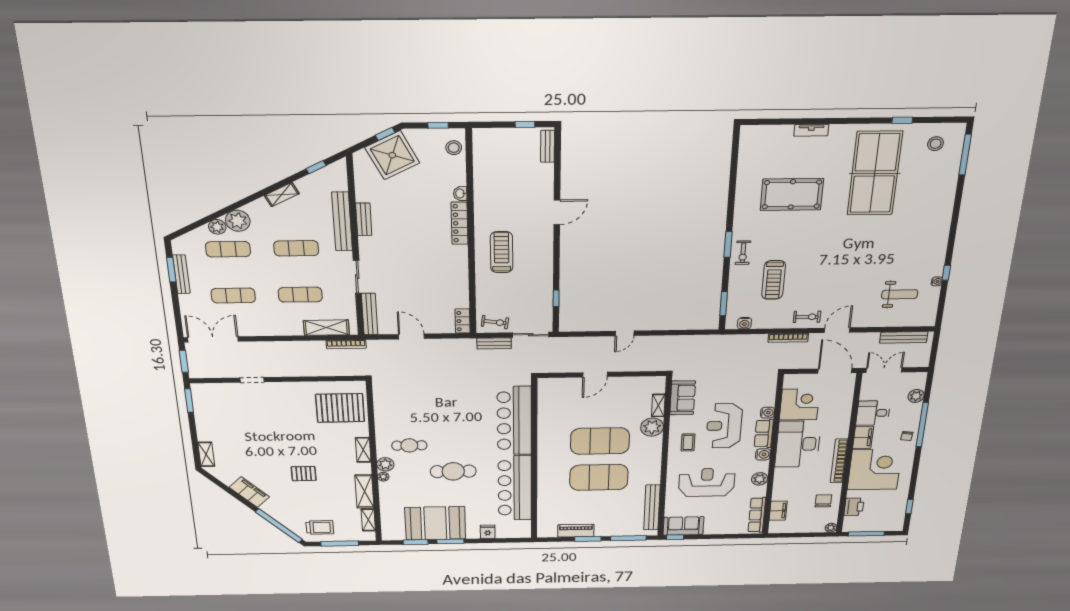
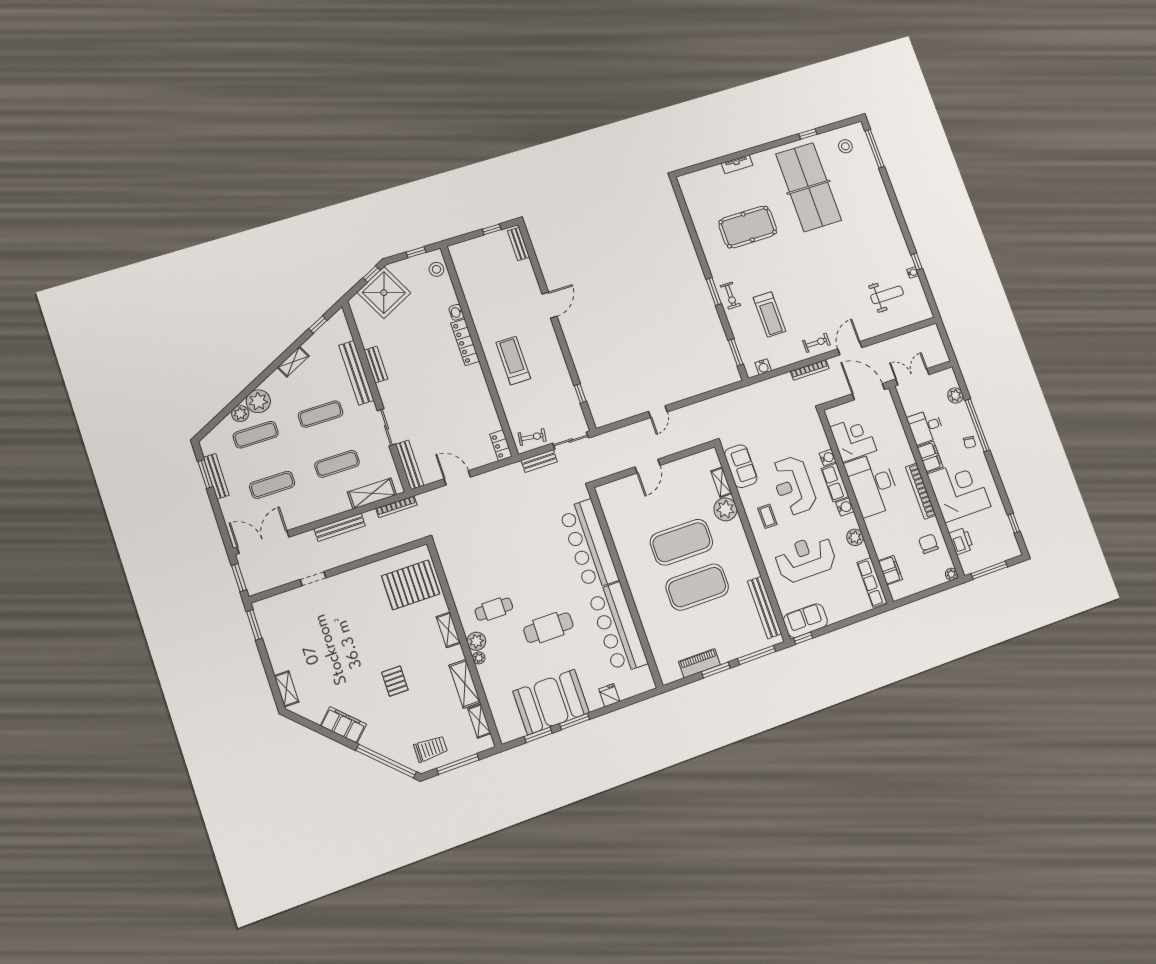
bench: (904, 337) -> (340, 527), moved
pallet: (304, 474) -> (395, 681), turned 90

